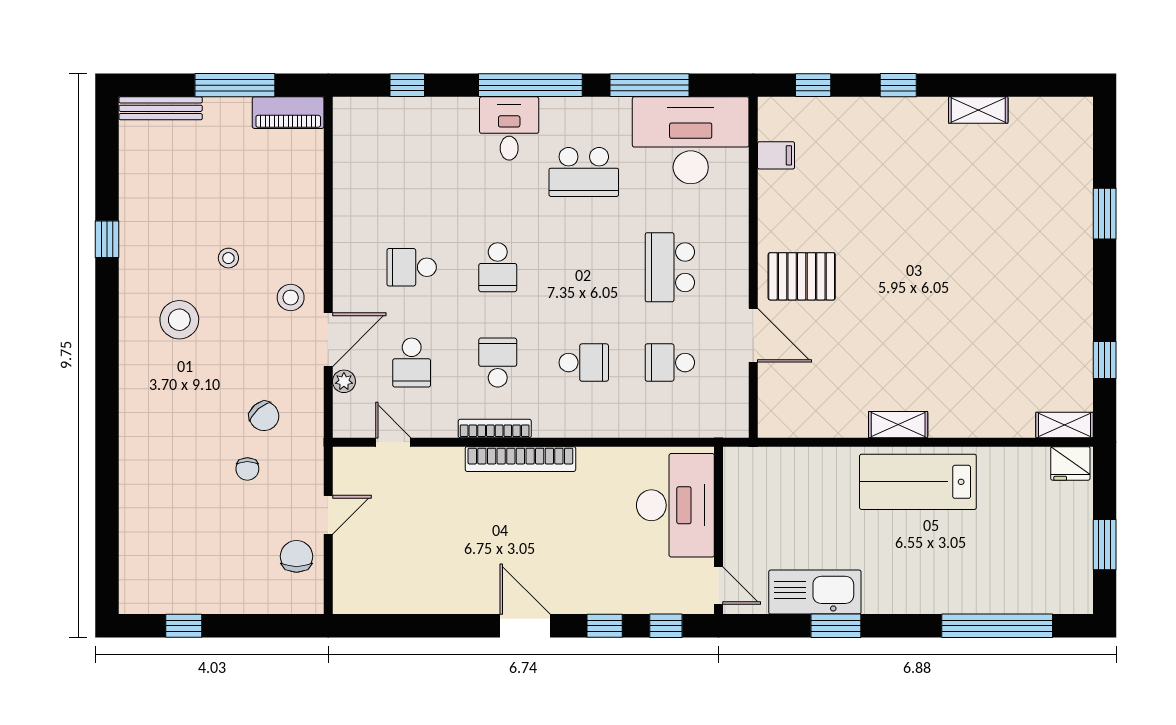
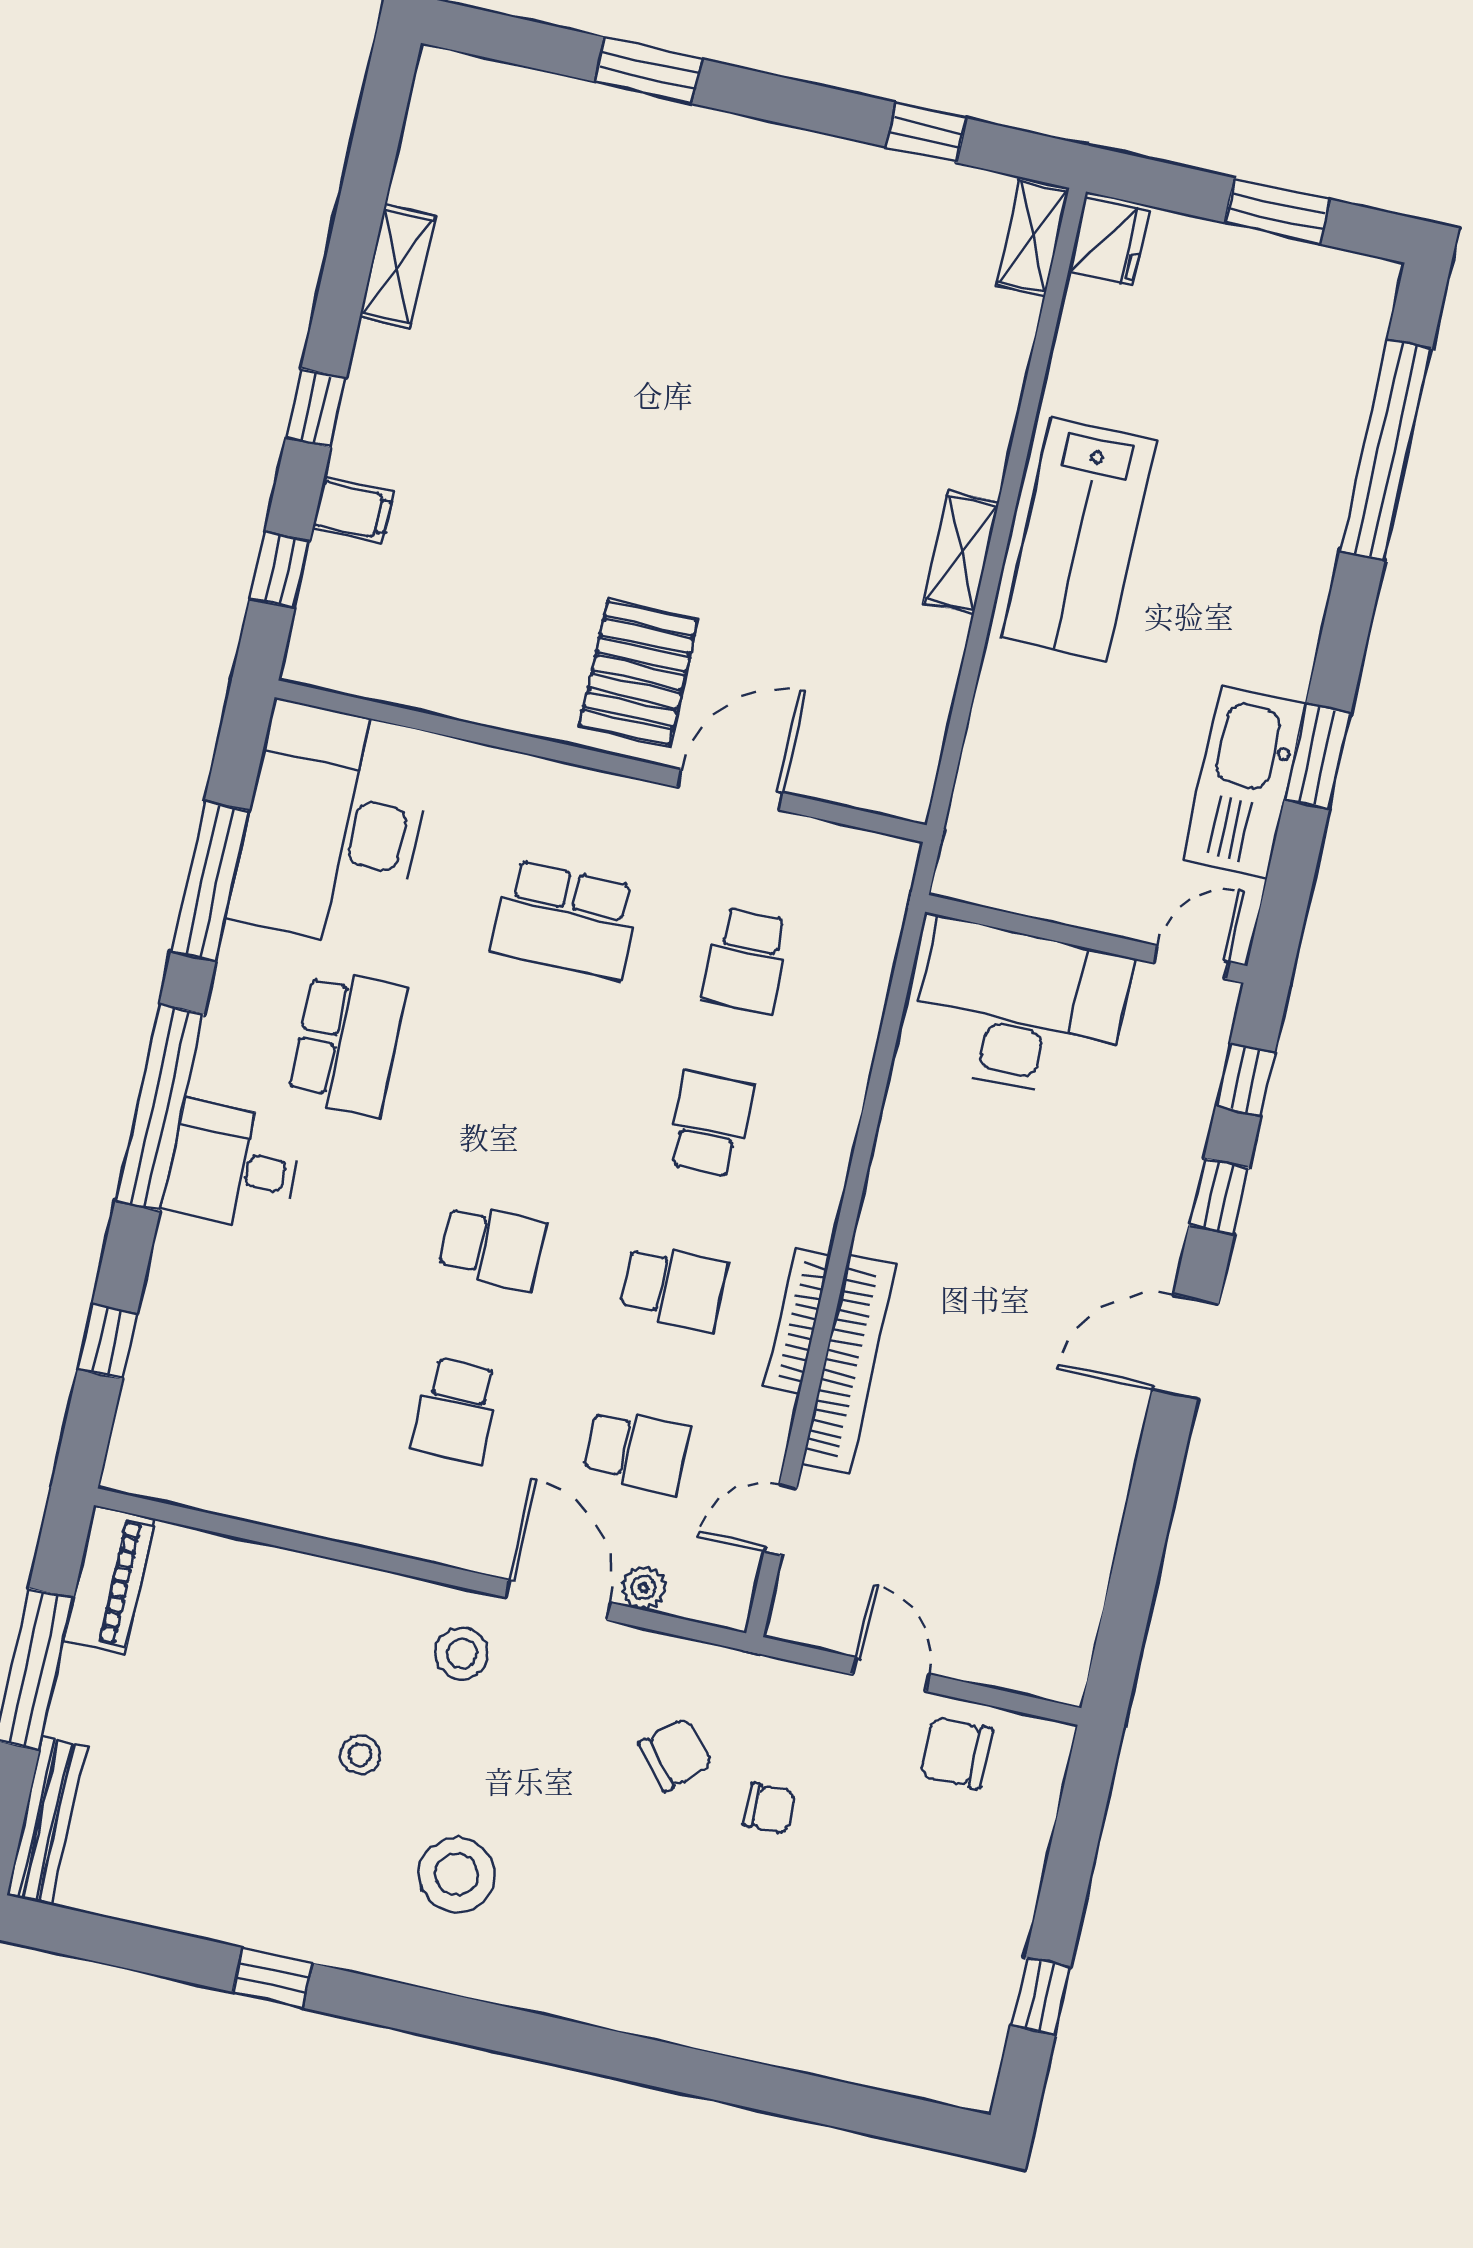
filing cabinet: (776, 155) -> (353, 510), moved, turned 90
school desk: (498, 363) -> (673, 1287), turned 180
bookcase: (520, 459) -> (849, 1364), moved

